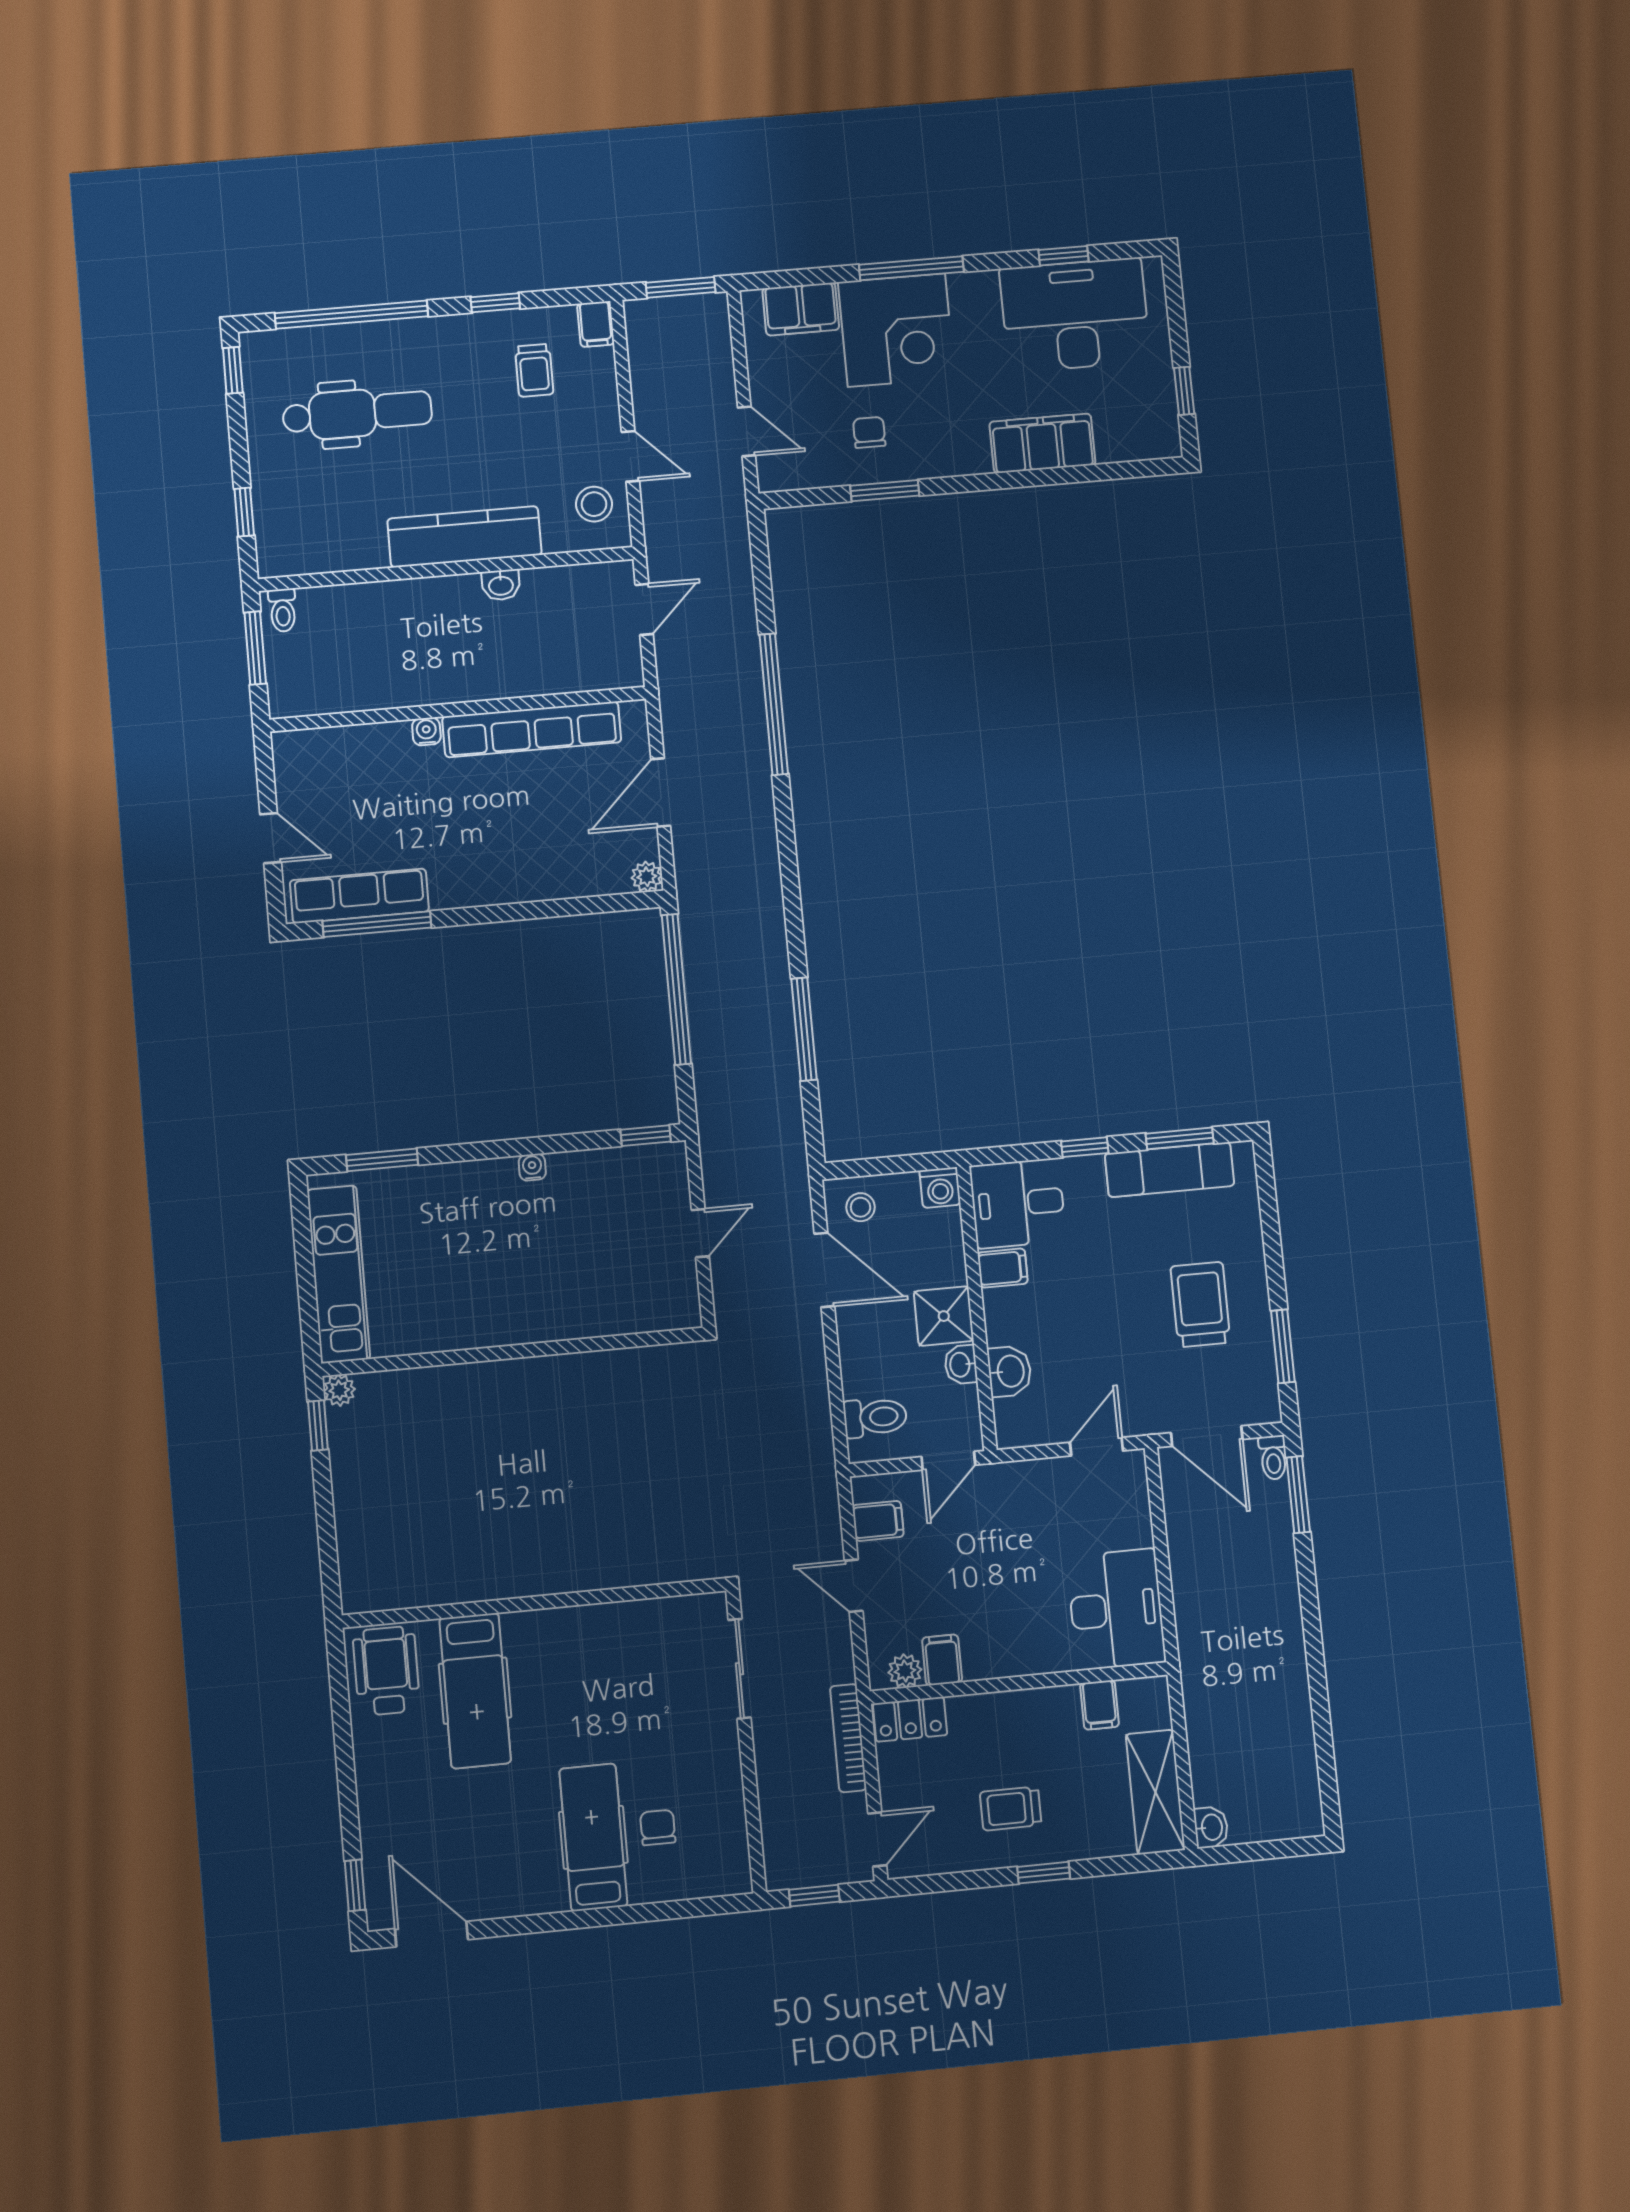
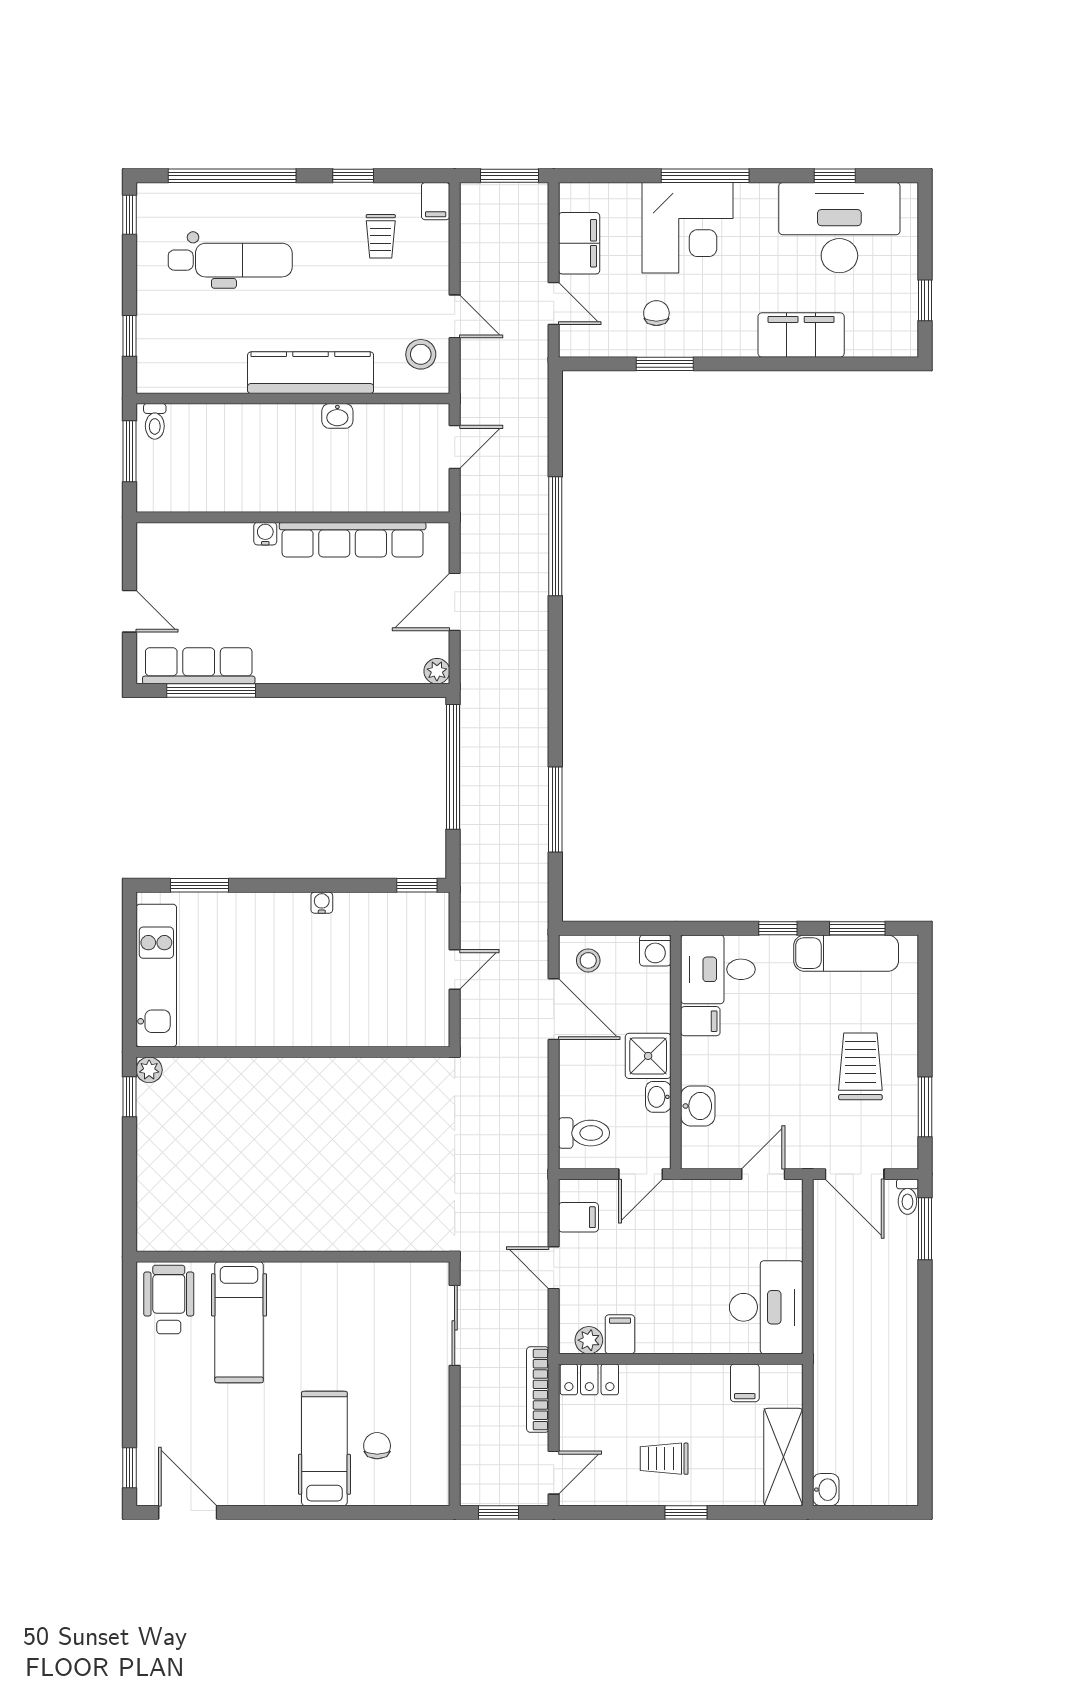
filing cabinet: (801, 309) -> (579, 243), moved, turned -90

